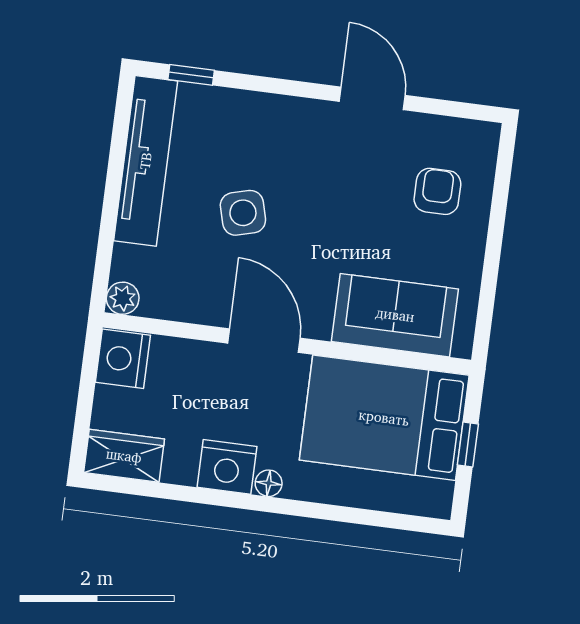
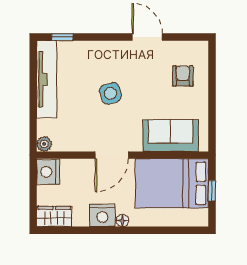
side table: (243, 213) -> (110, 93), moved
door: (264, 341) -> (112, 155), swing flipped

